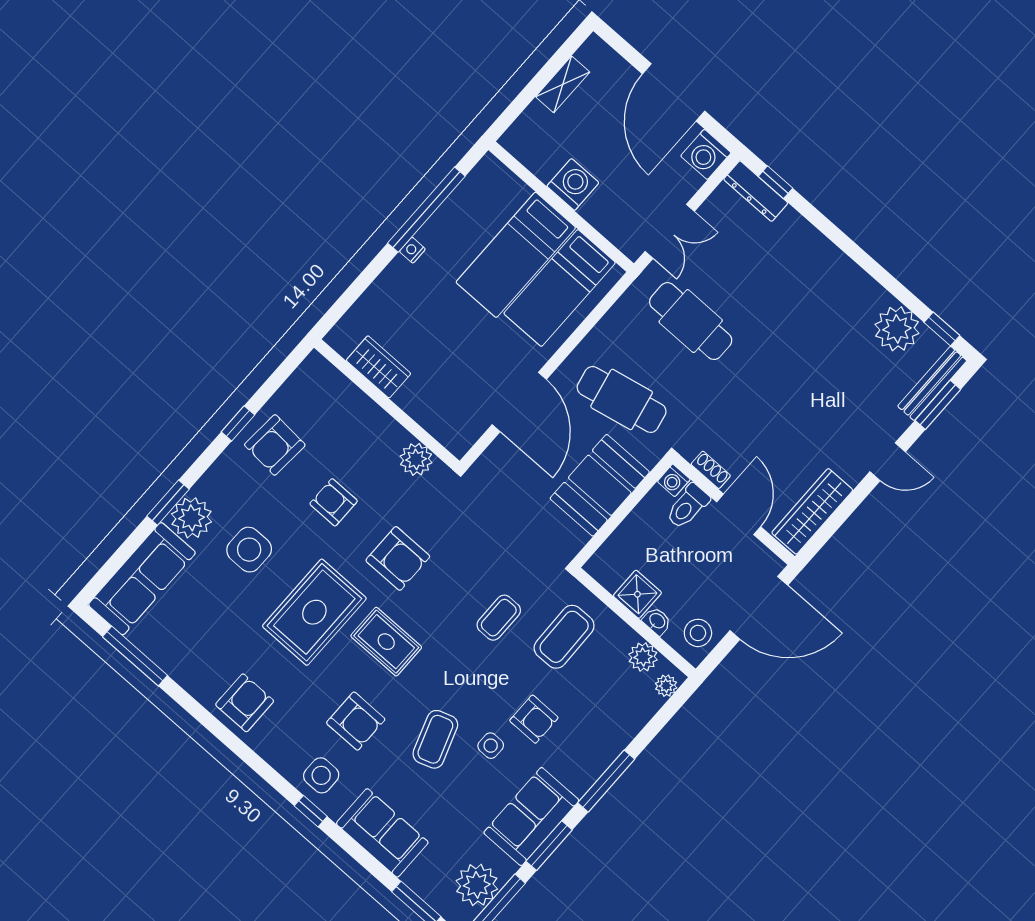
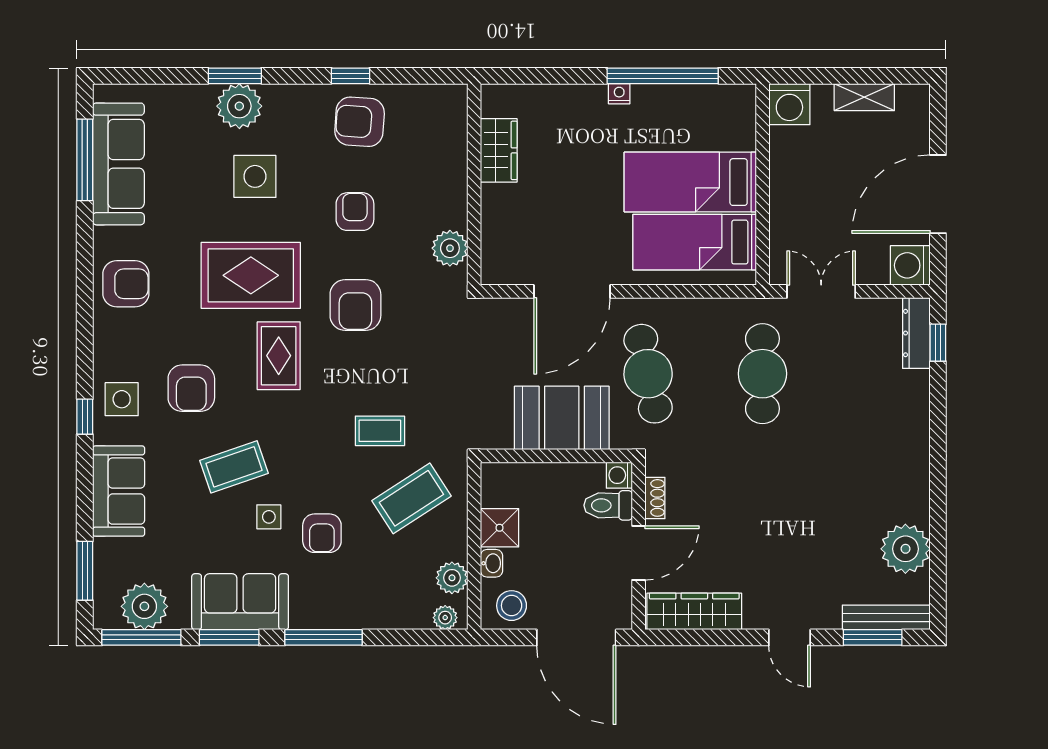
washing machine: (573, 184) -> (789, 104), moved, turned 90
double door: (670, 231) -> (821, 291), swing flipped
window: (942, 329) -> (938, 586), removed
sofa: (142, 579) -> (118, 164), moved, turned -90
coffee table: (564, 637) -> (411, 498), turned -32

